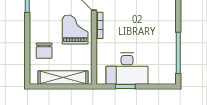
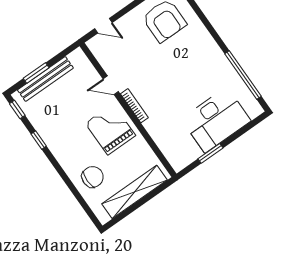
chair: (44, 51) -> (93, 177), turned -90
desk: (127, 69) -> (216, 120), moved

